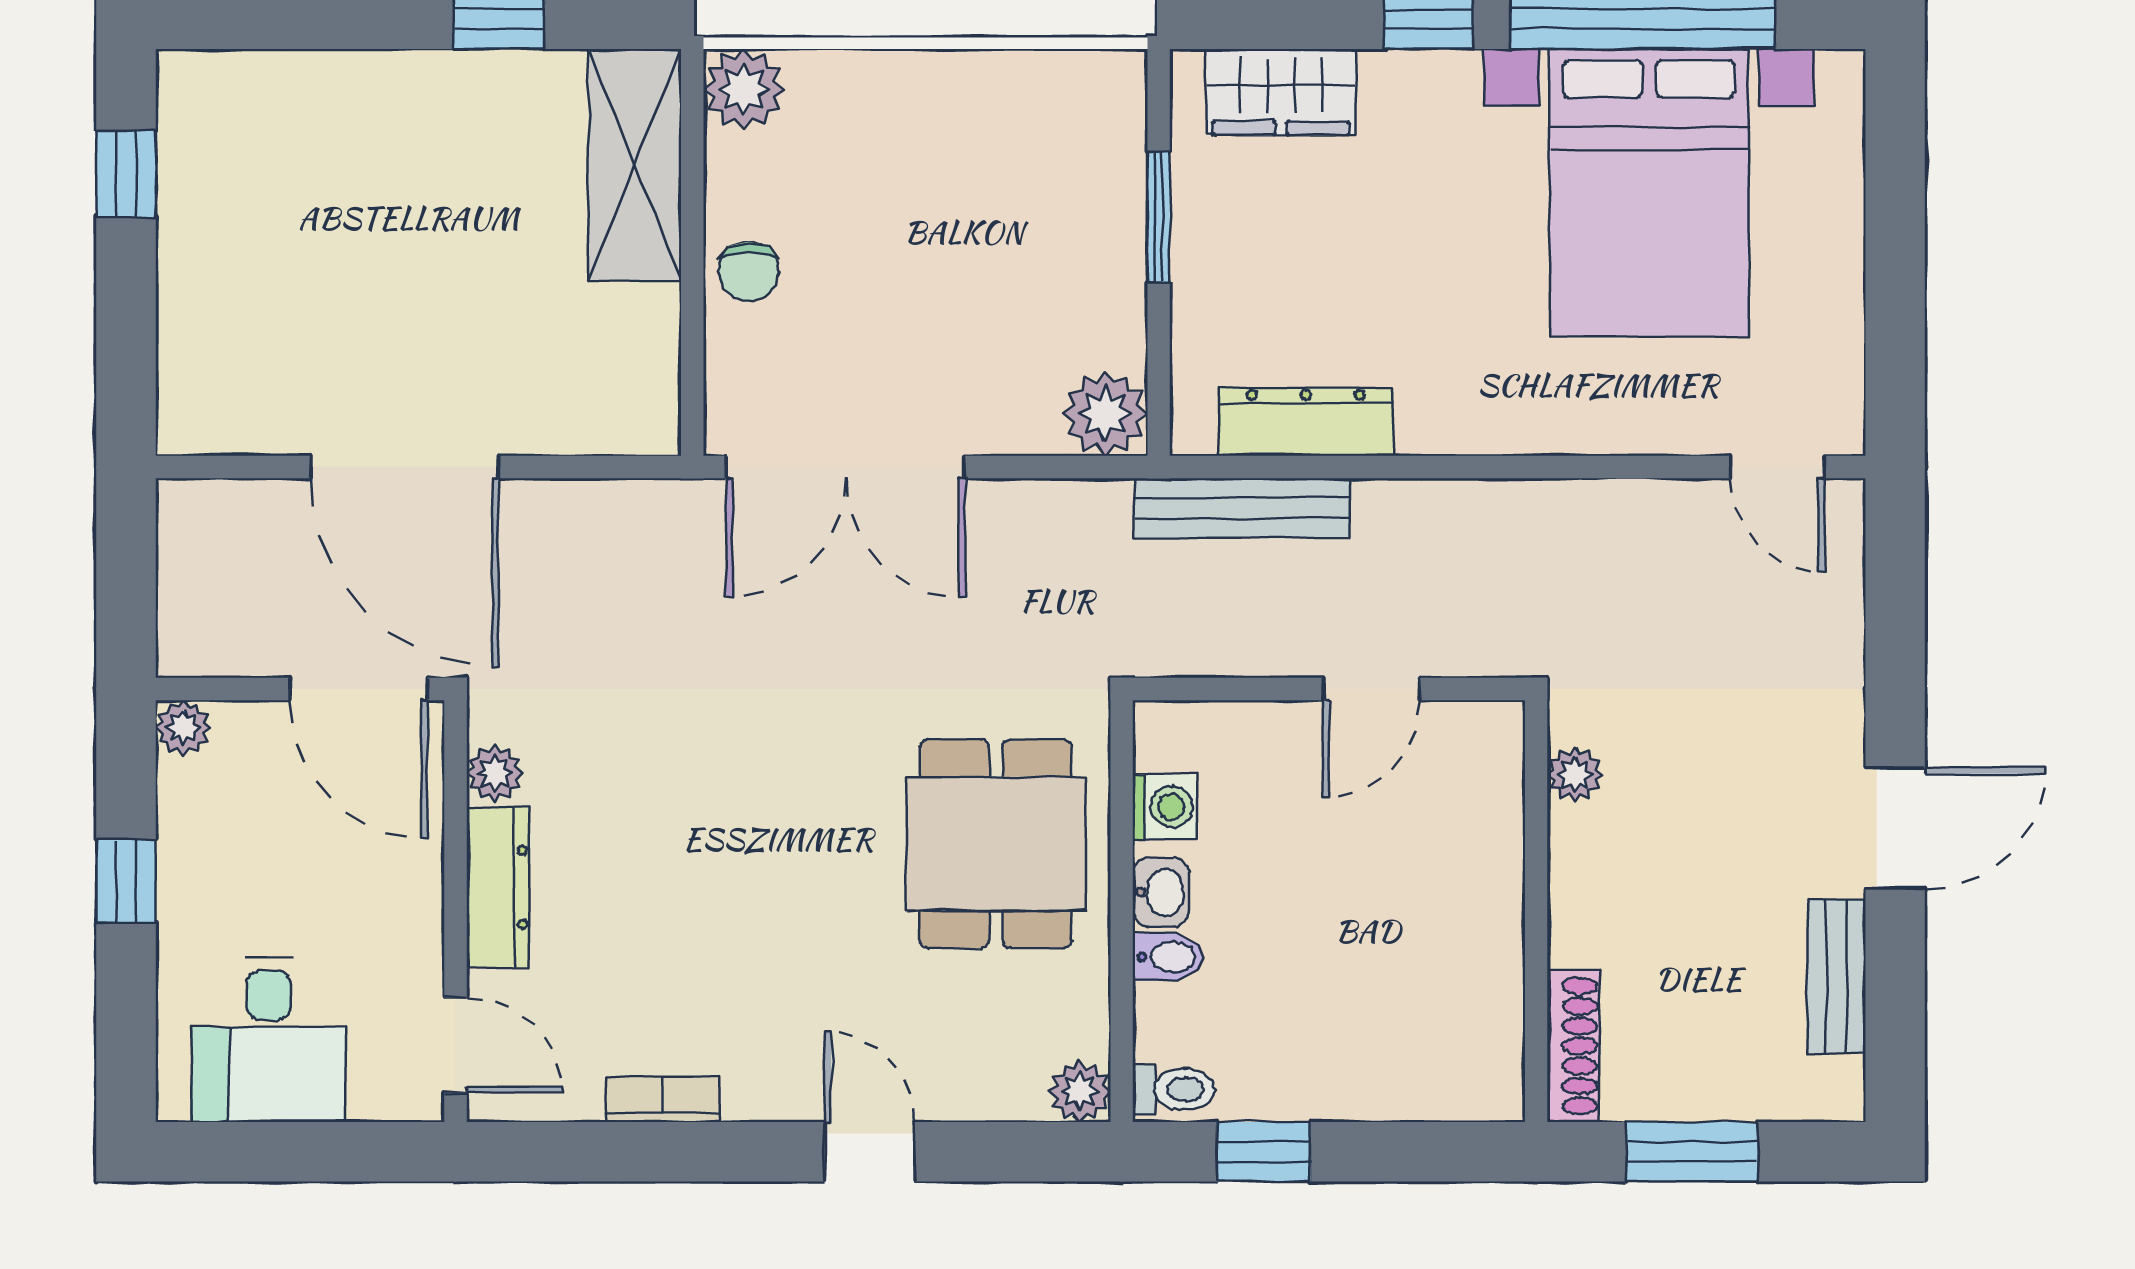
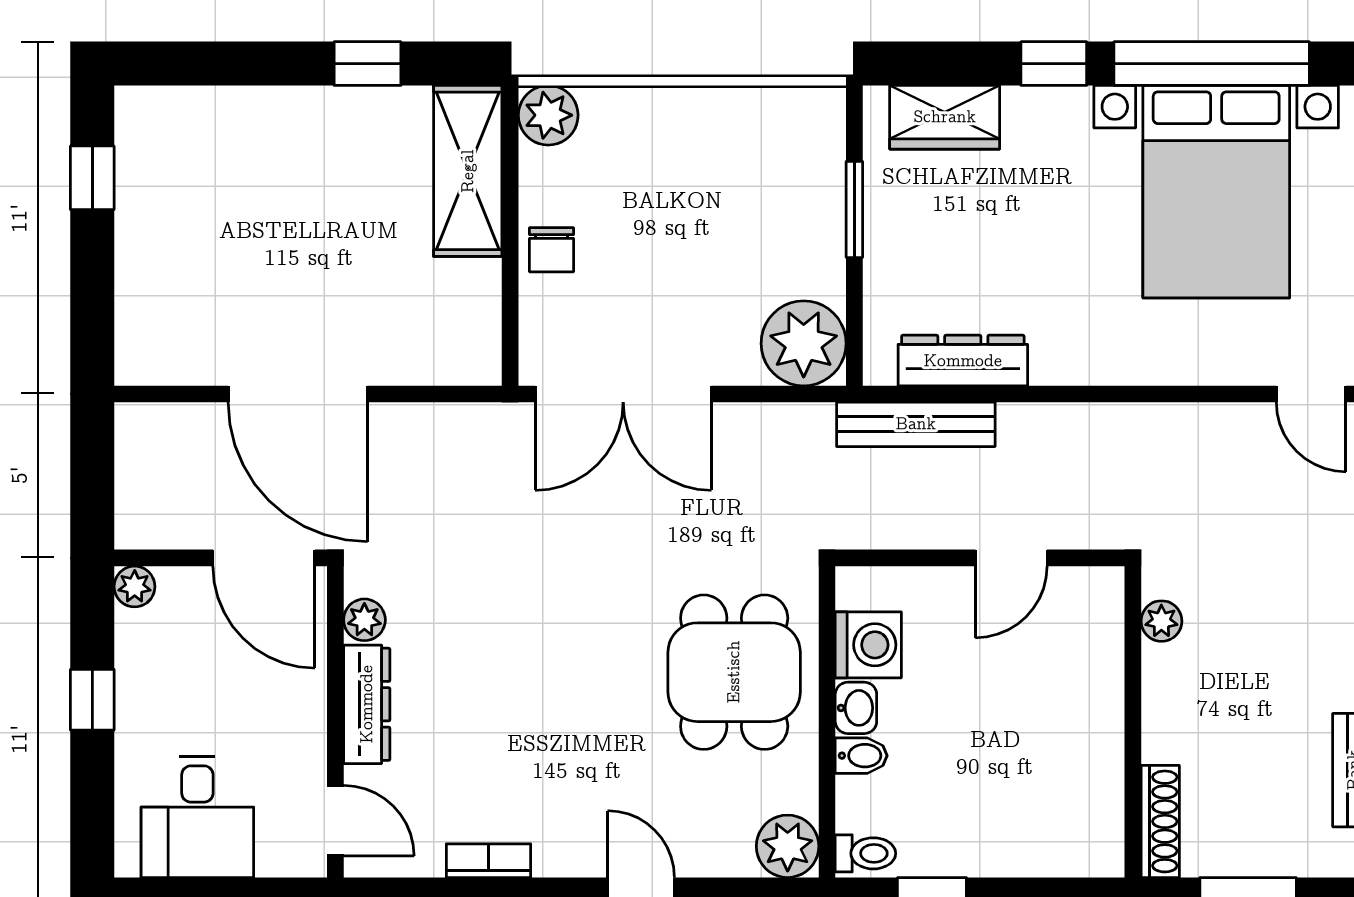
plant: (1105, 414) -> (804, 343), width x1.36, depth x1.36
washing machine: (1165, 807) -> (868, 645), width x1.38, depth x1.38
plant: (1080, 1091) -> (788, 846), width x1.38, depth x1.38

